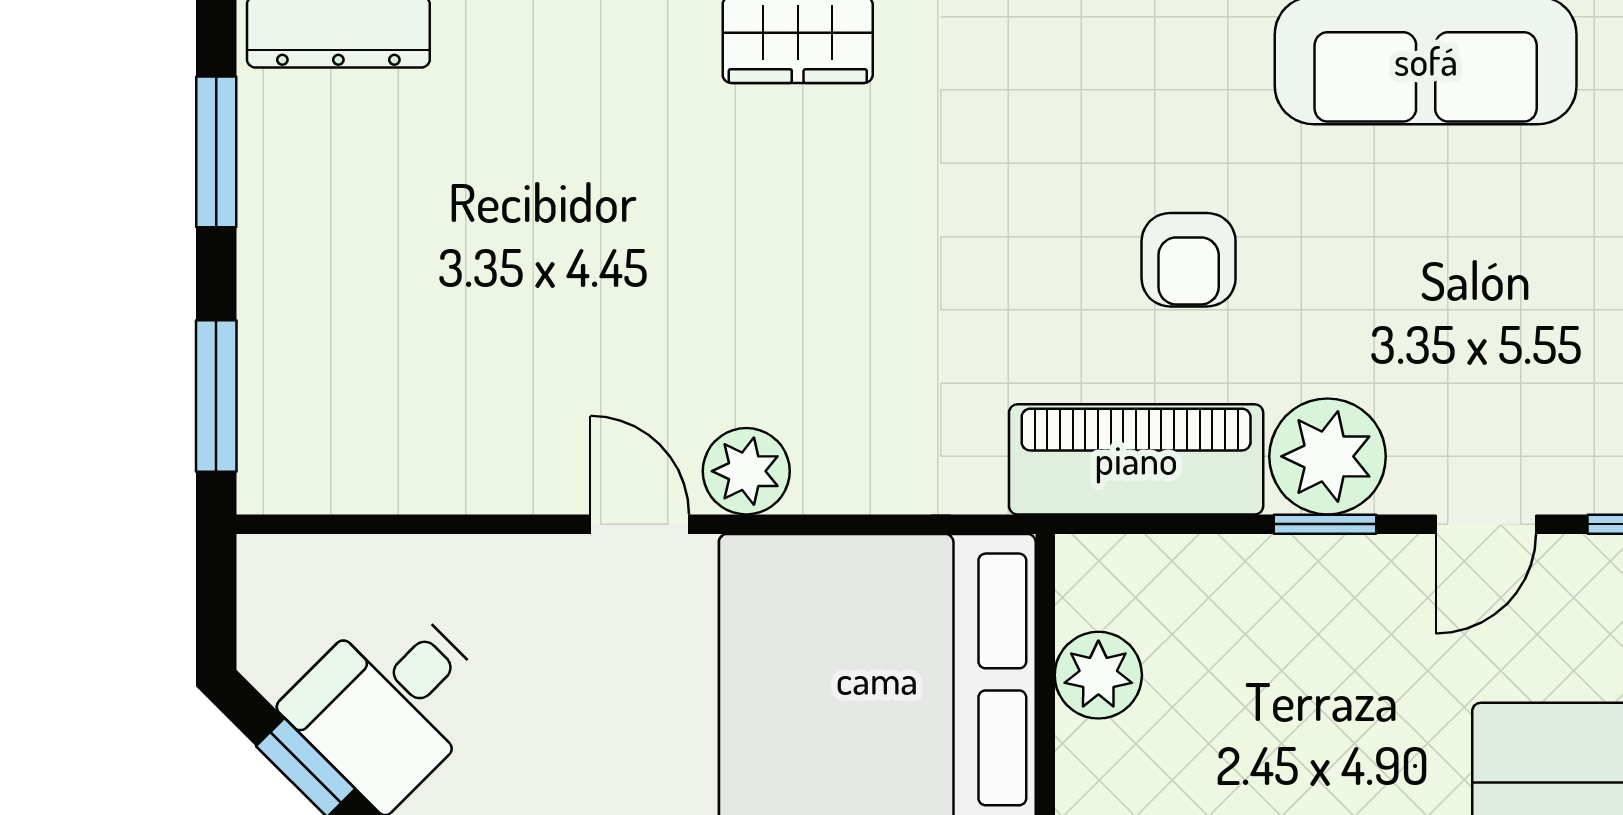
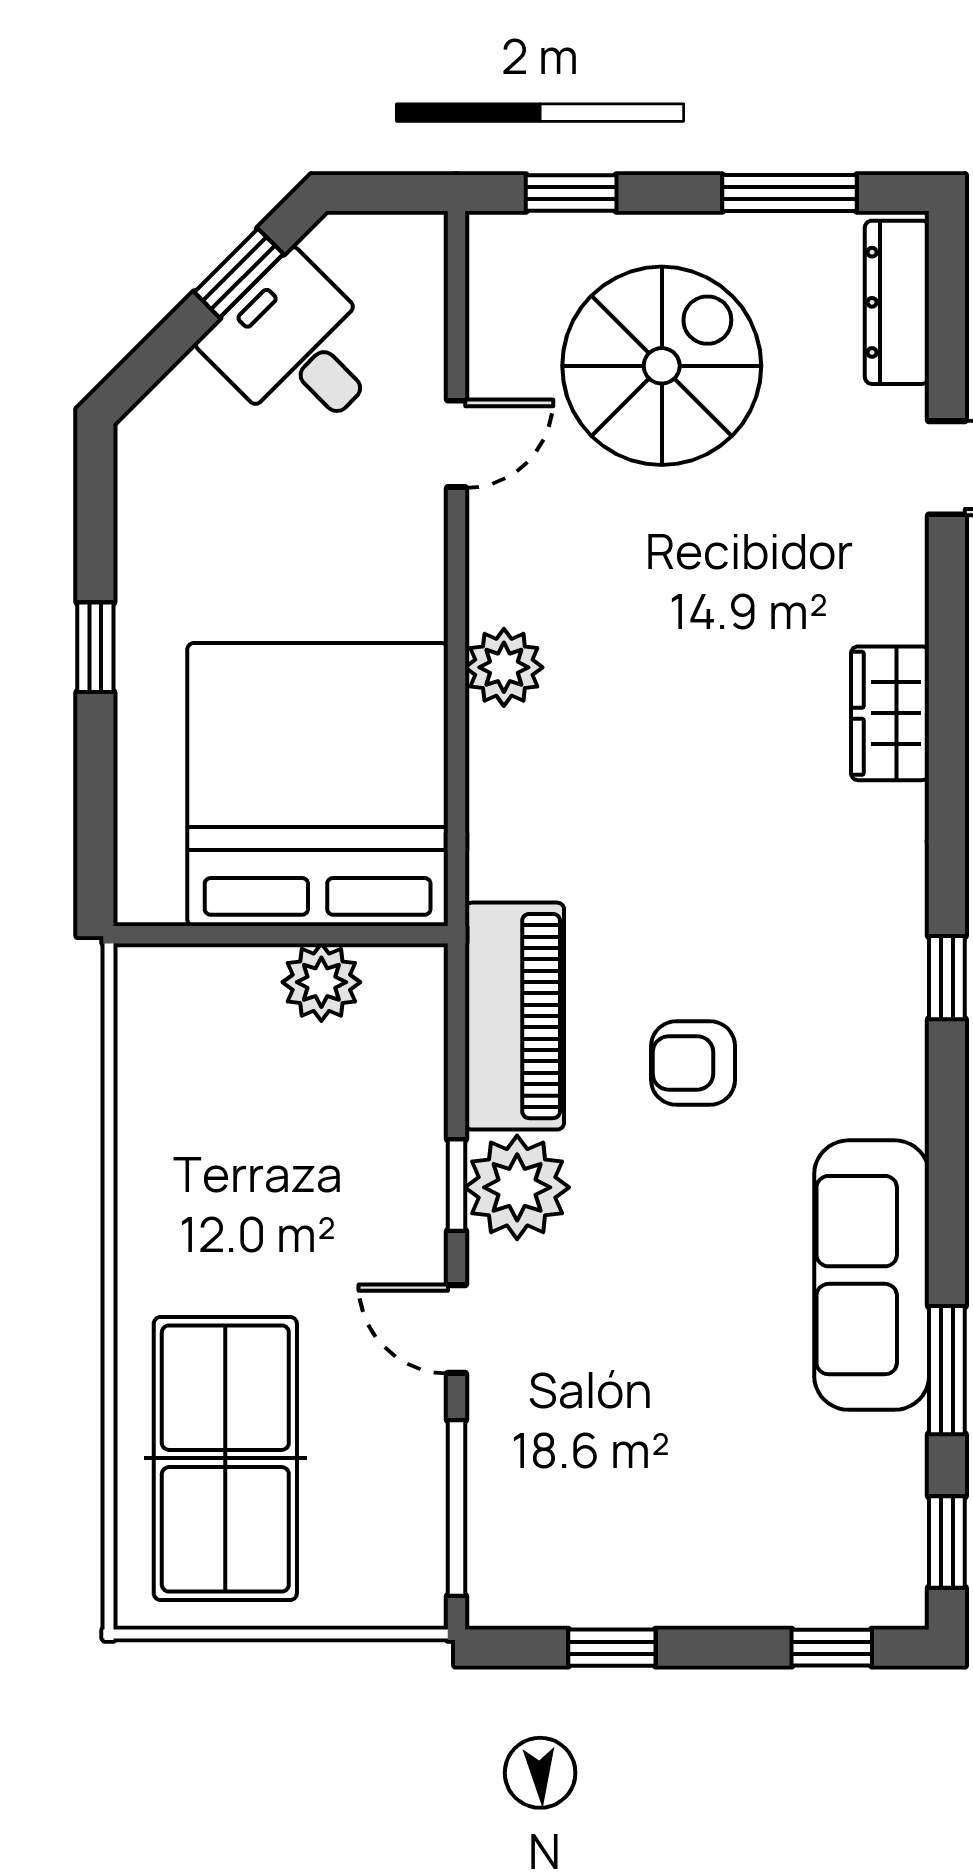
spiral stairs: (409, 295) -> (662, 366), added
window: (216, 396) -> (571, 193), width x0.67
door: (640, 524) -> (457, 444), moved

